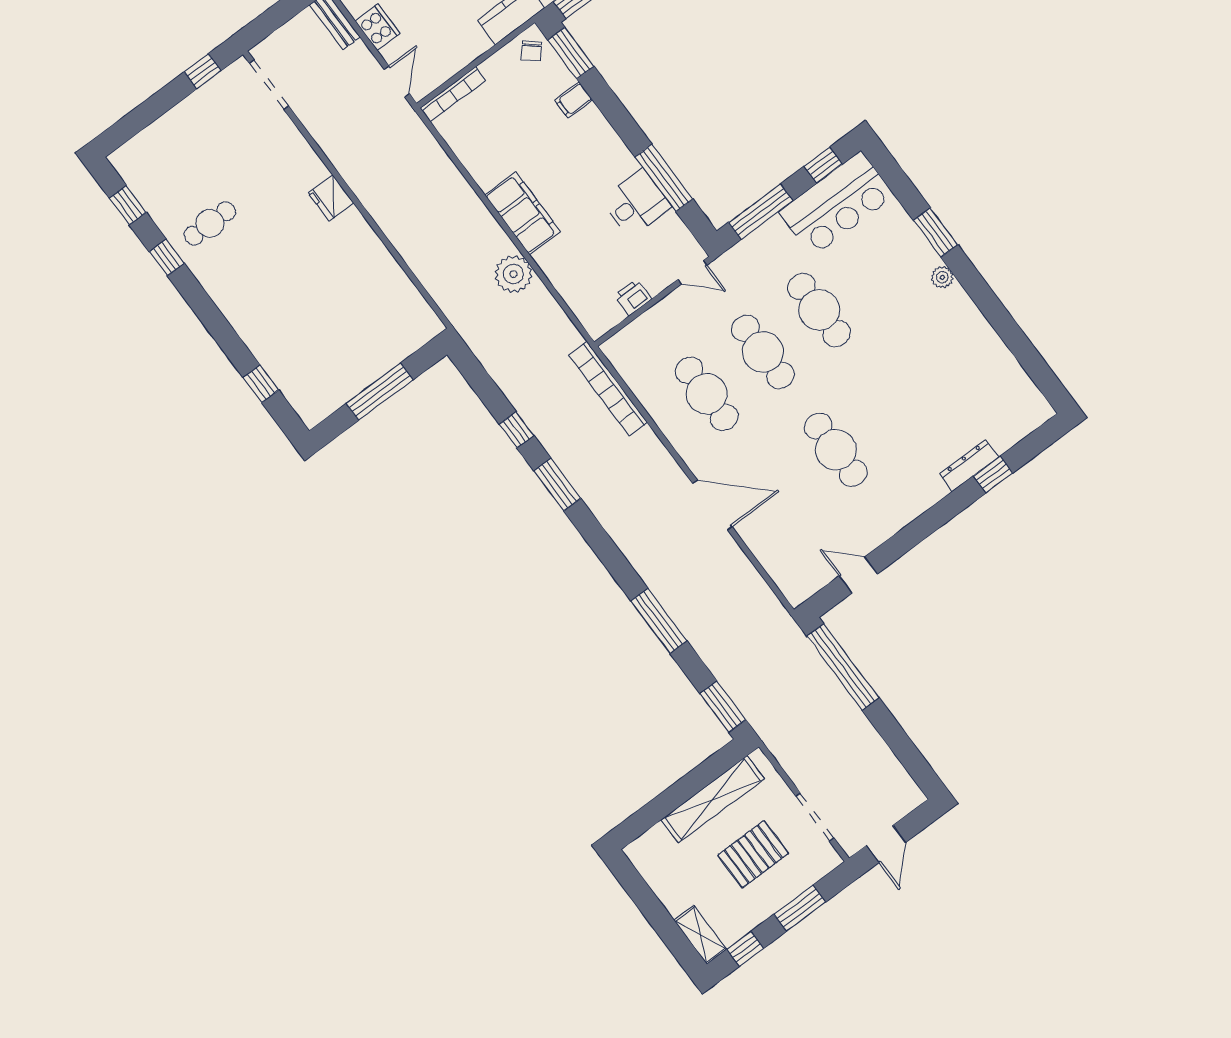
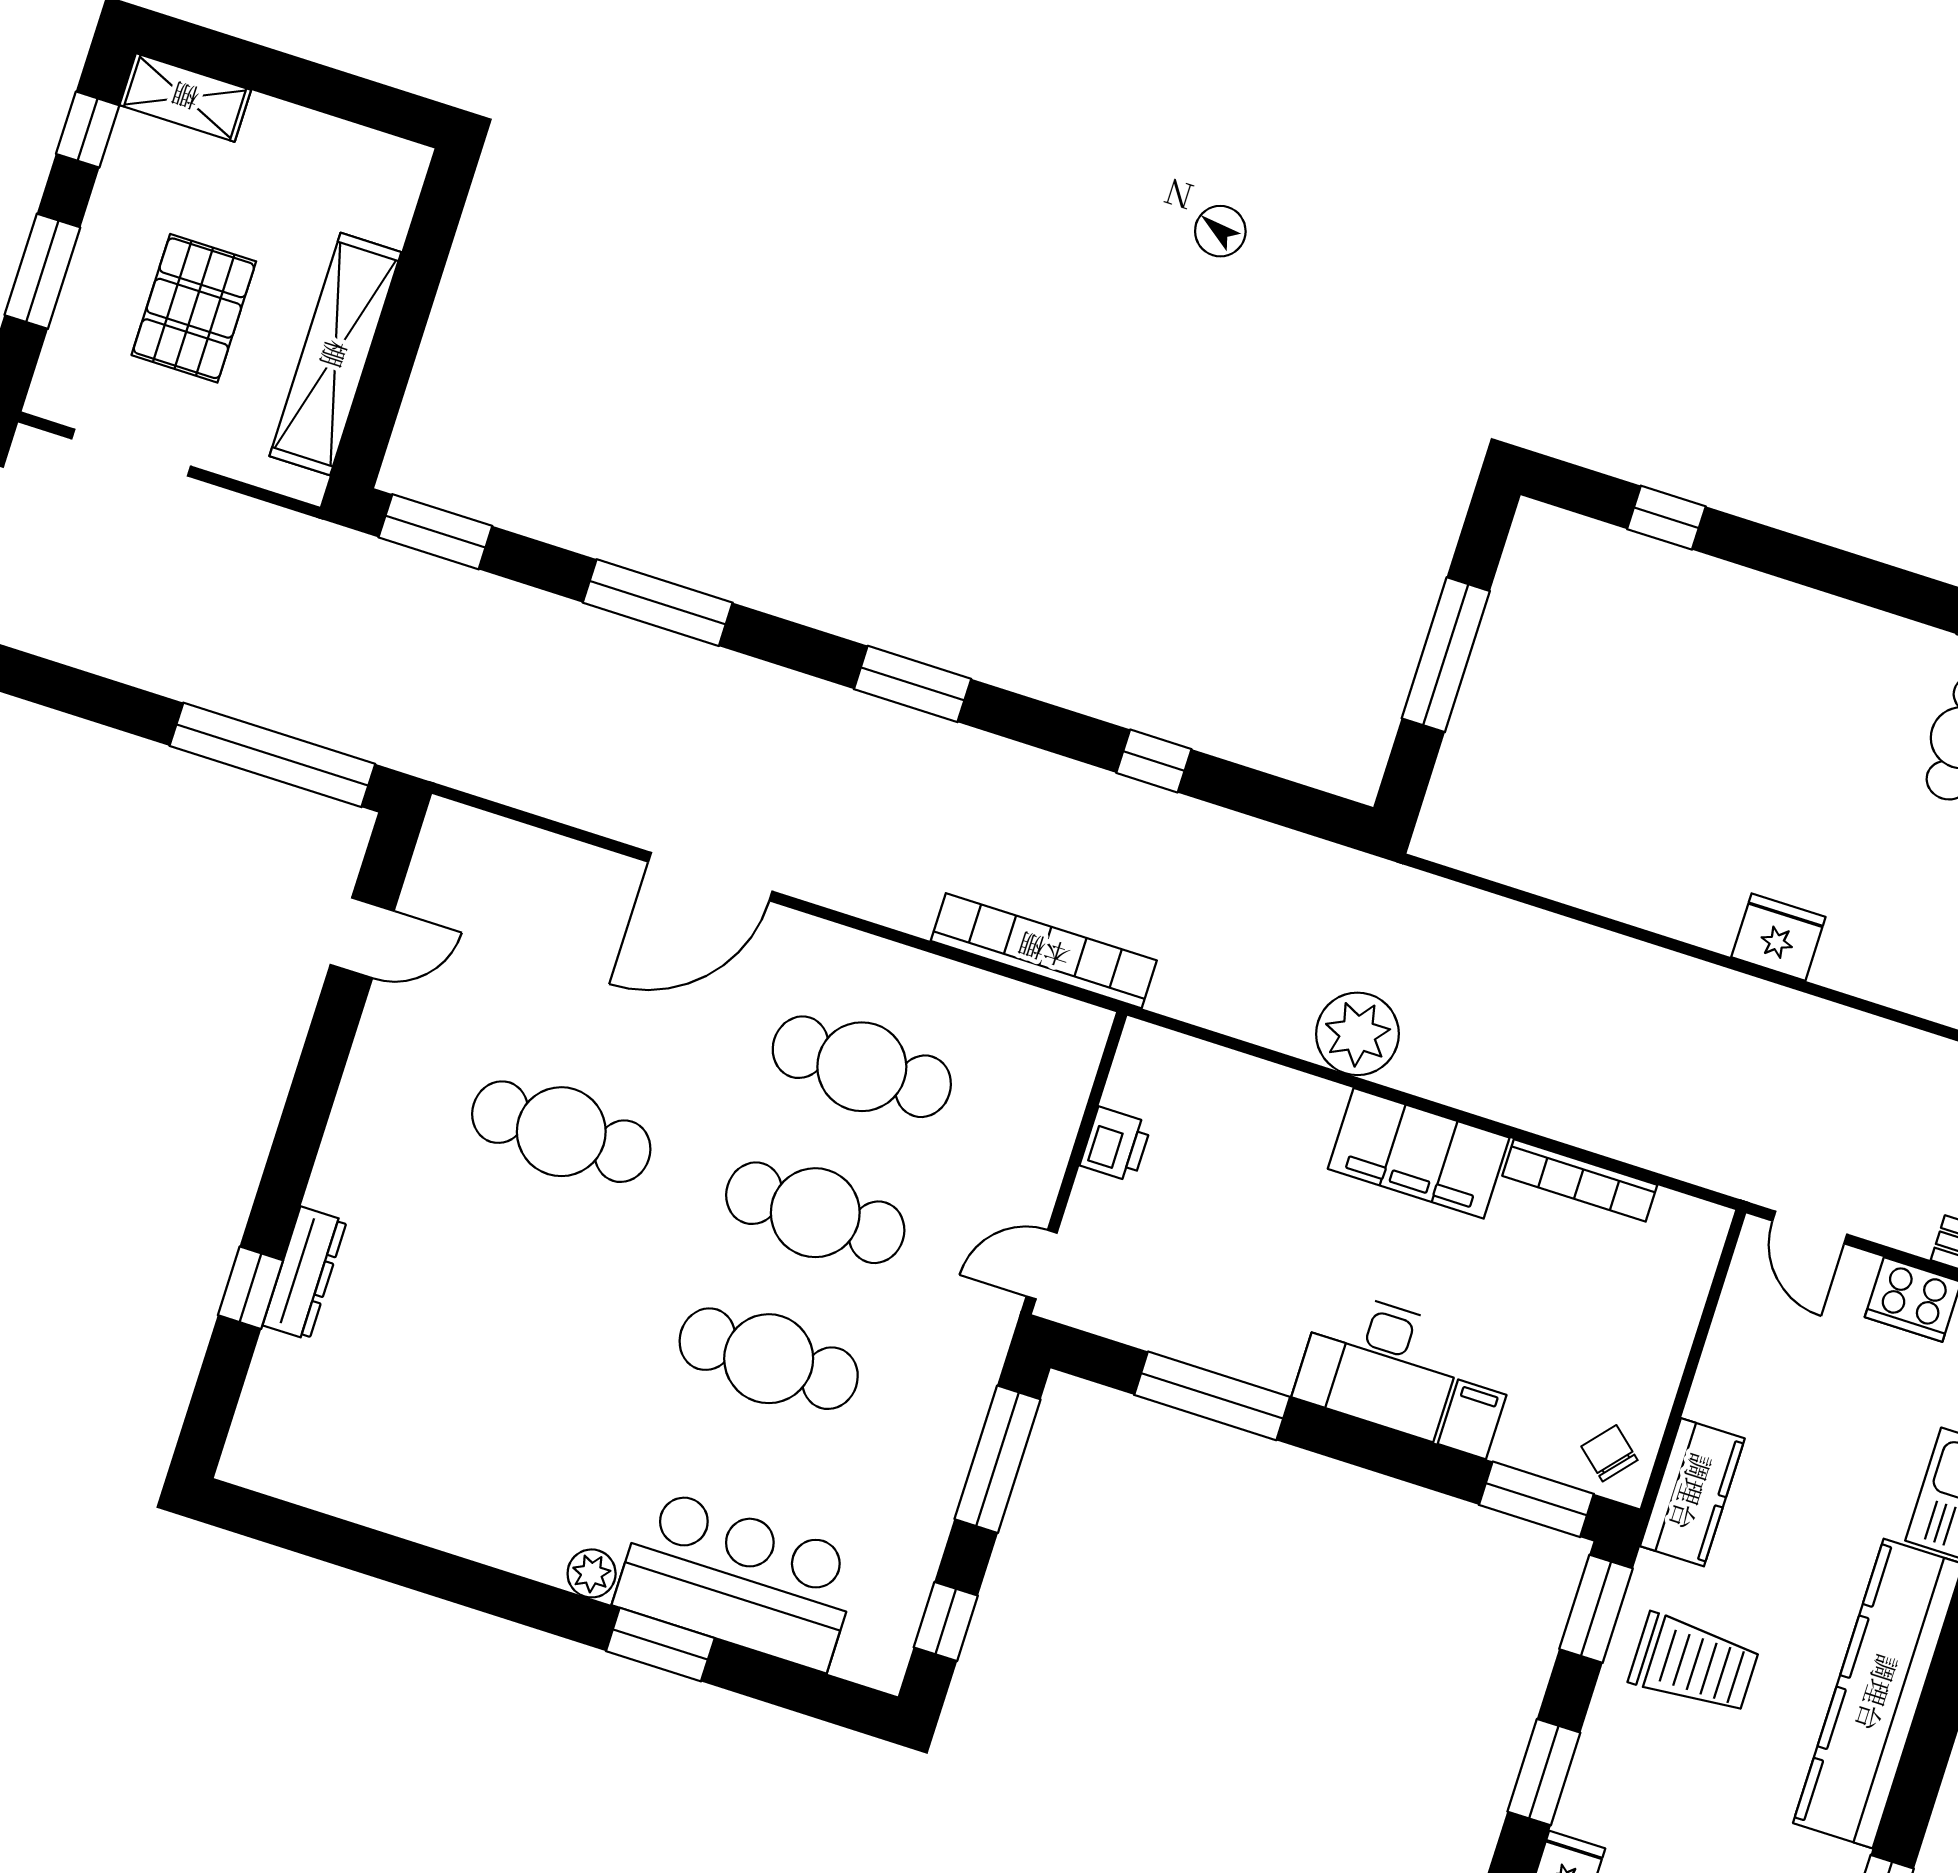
bookcase: (453, 94) -> (1580, 1180), moved, turned -90
desk: (636, 203) -> (1380, 1364), moved, width x1.37
bar counter: (837, 204) -> (738, 1580), moved, turned 90
window: (557, 485) -> (913, 684), moved

